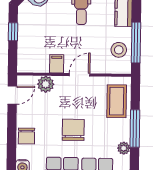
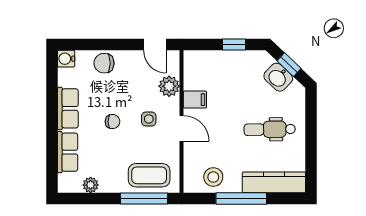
window: (136, 43) -> (241, 198), moved
side table: (72, 101) -> (149, 119), added
window: (135, 128) -> (144, 198), moved
chair: (73, 130) -> (113, 122), width x0.54, depth x0.54

